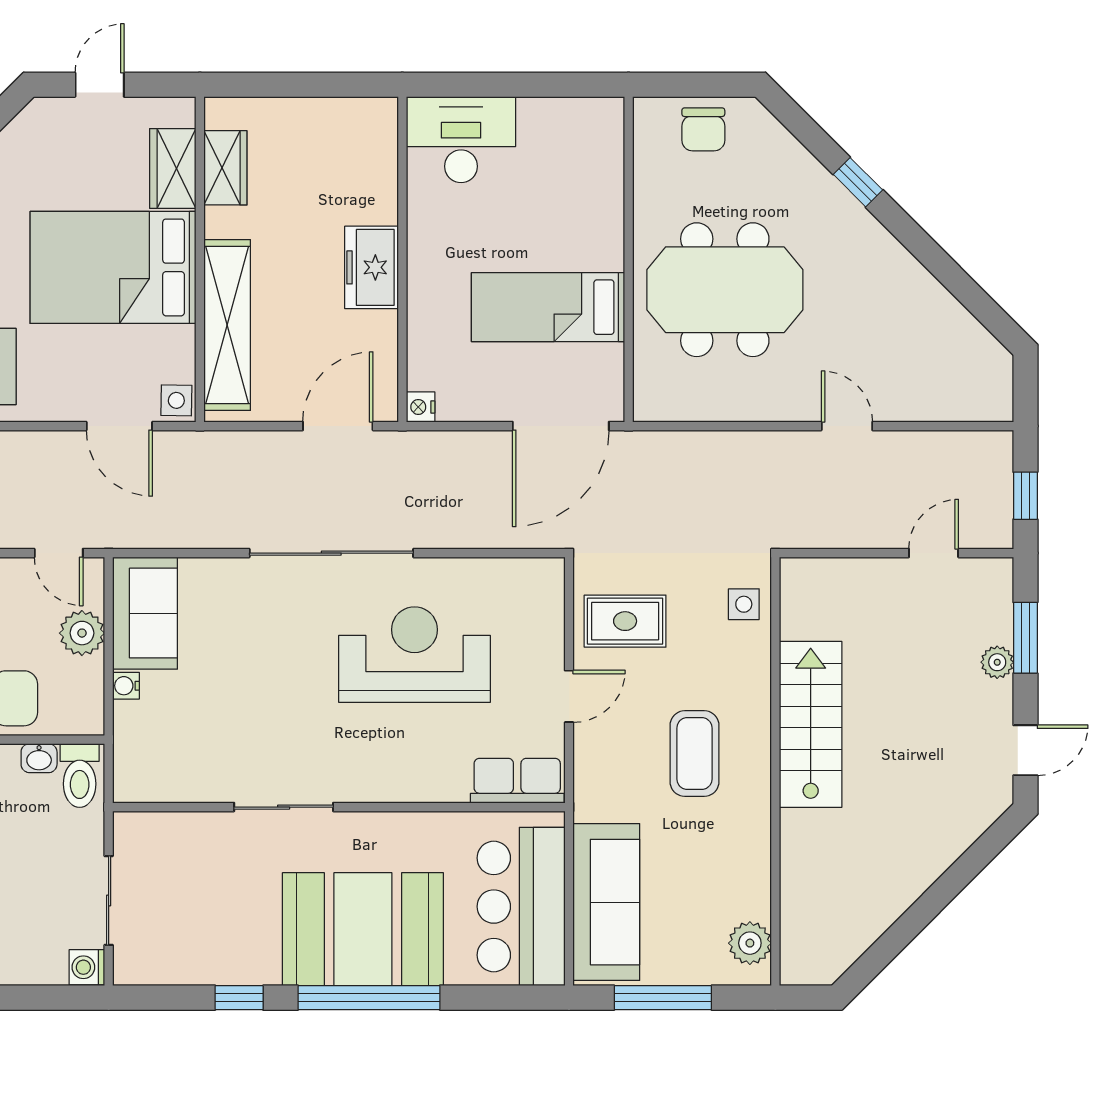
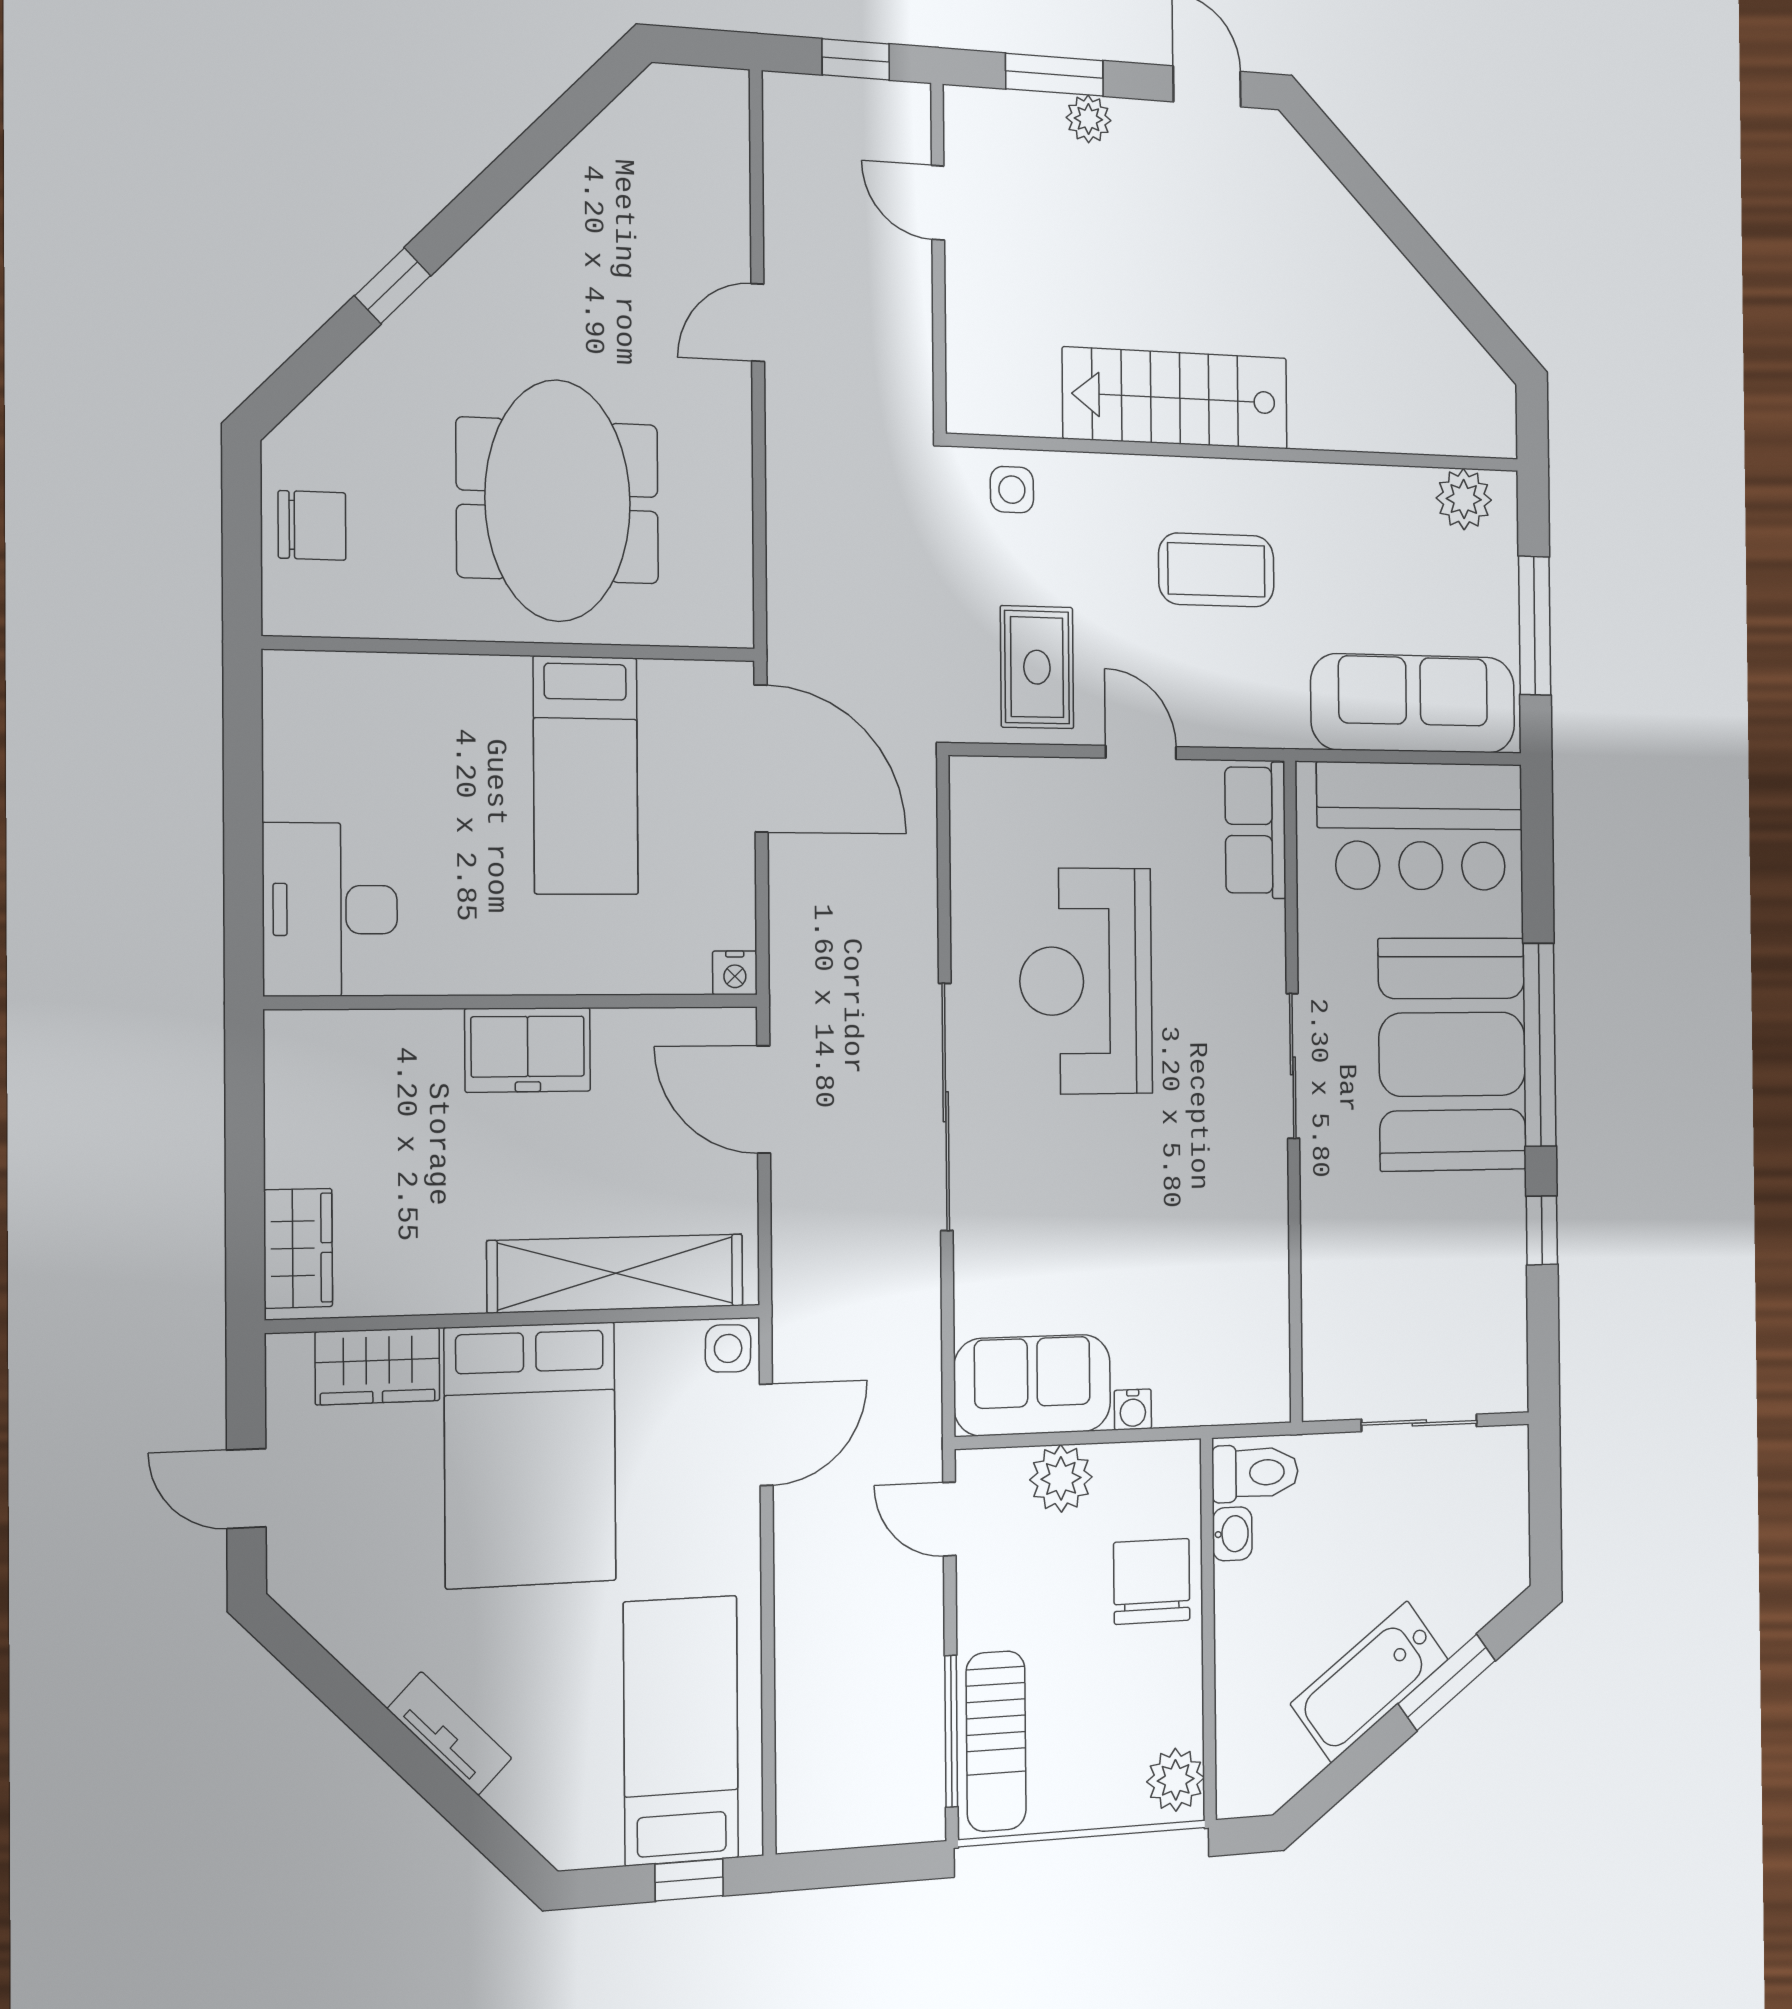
wardrobe: (225, 168) -> (298, 1248), moved, turned 90
door: (59, 553) -> (949, 1519), swing flipped
sliding door: (284, 807) -> (1293, 1066), moved
washing machine: (87, 967) -> (1506, 1450), removed

